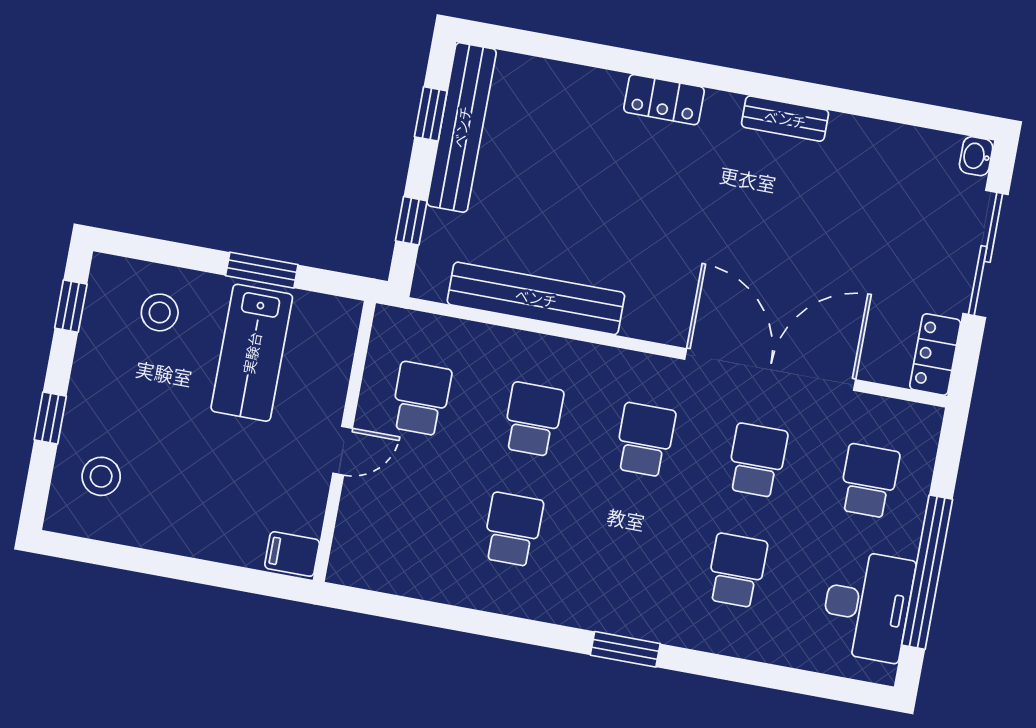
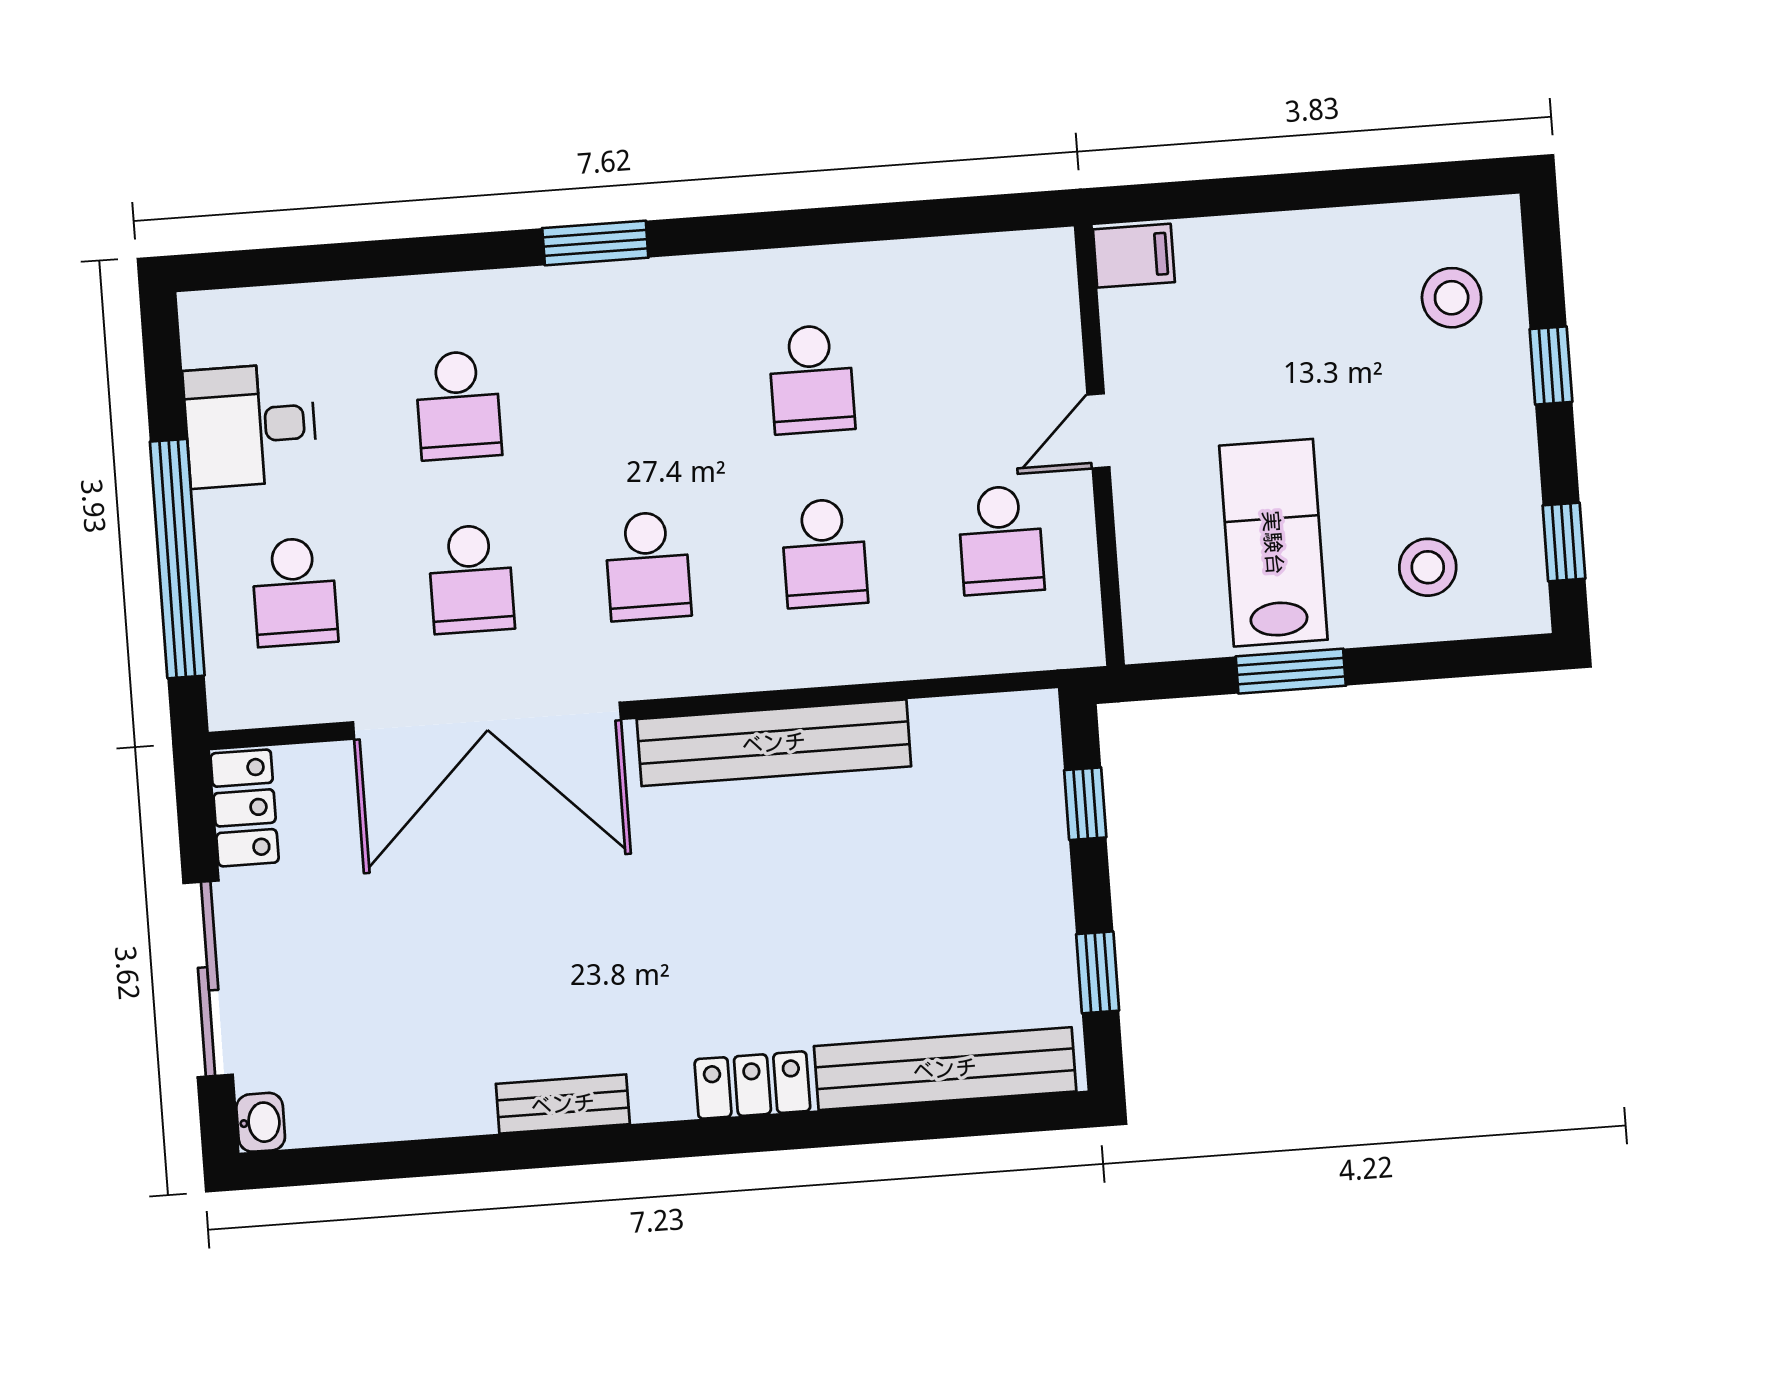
bench: (462, 127) -> (945, 1069), moved, turned 90
bench: (536, 298) -> (774, 743), moved
window: (927, 572) -> (177, 559), moved
desk: (867, 606) -> (250, 425), width x0.73

